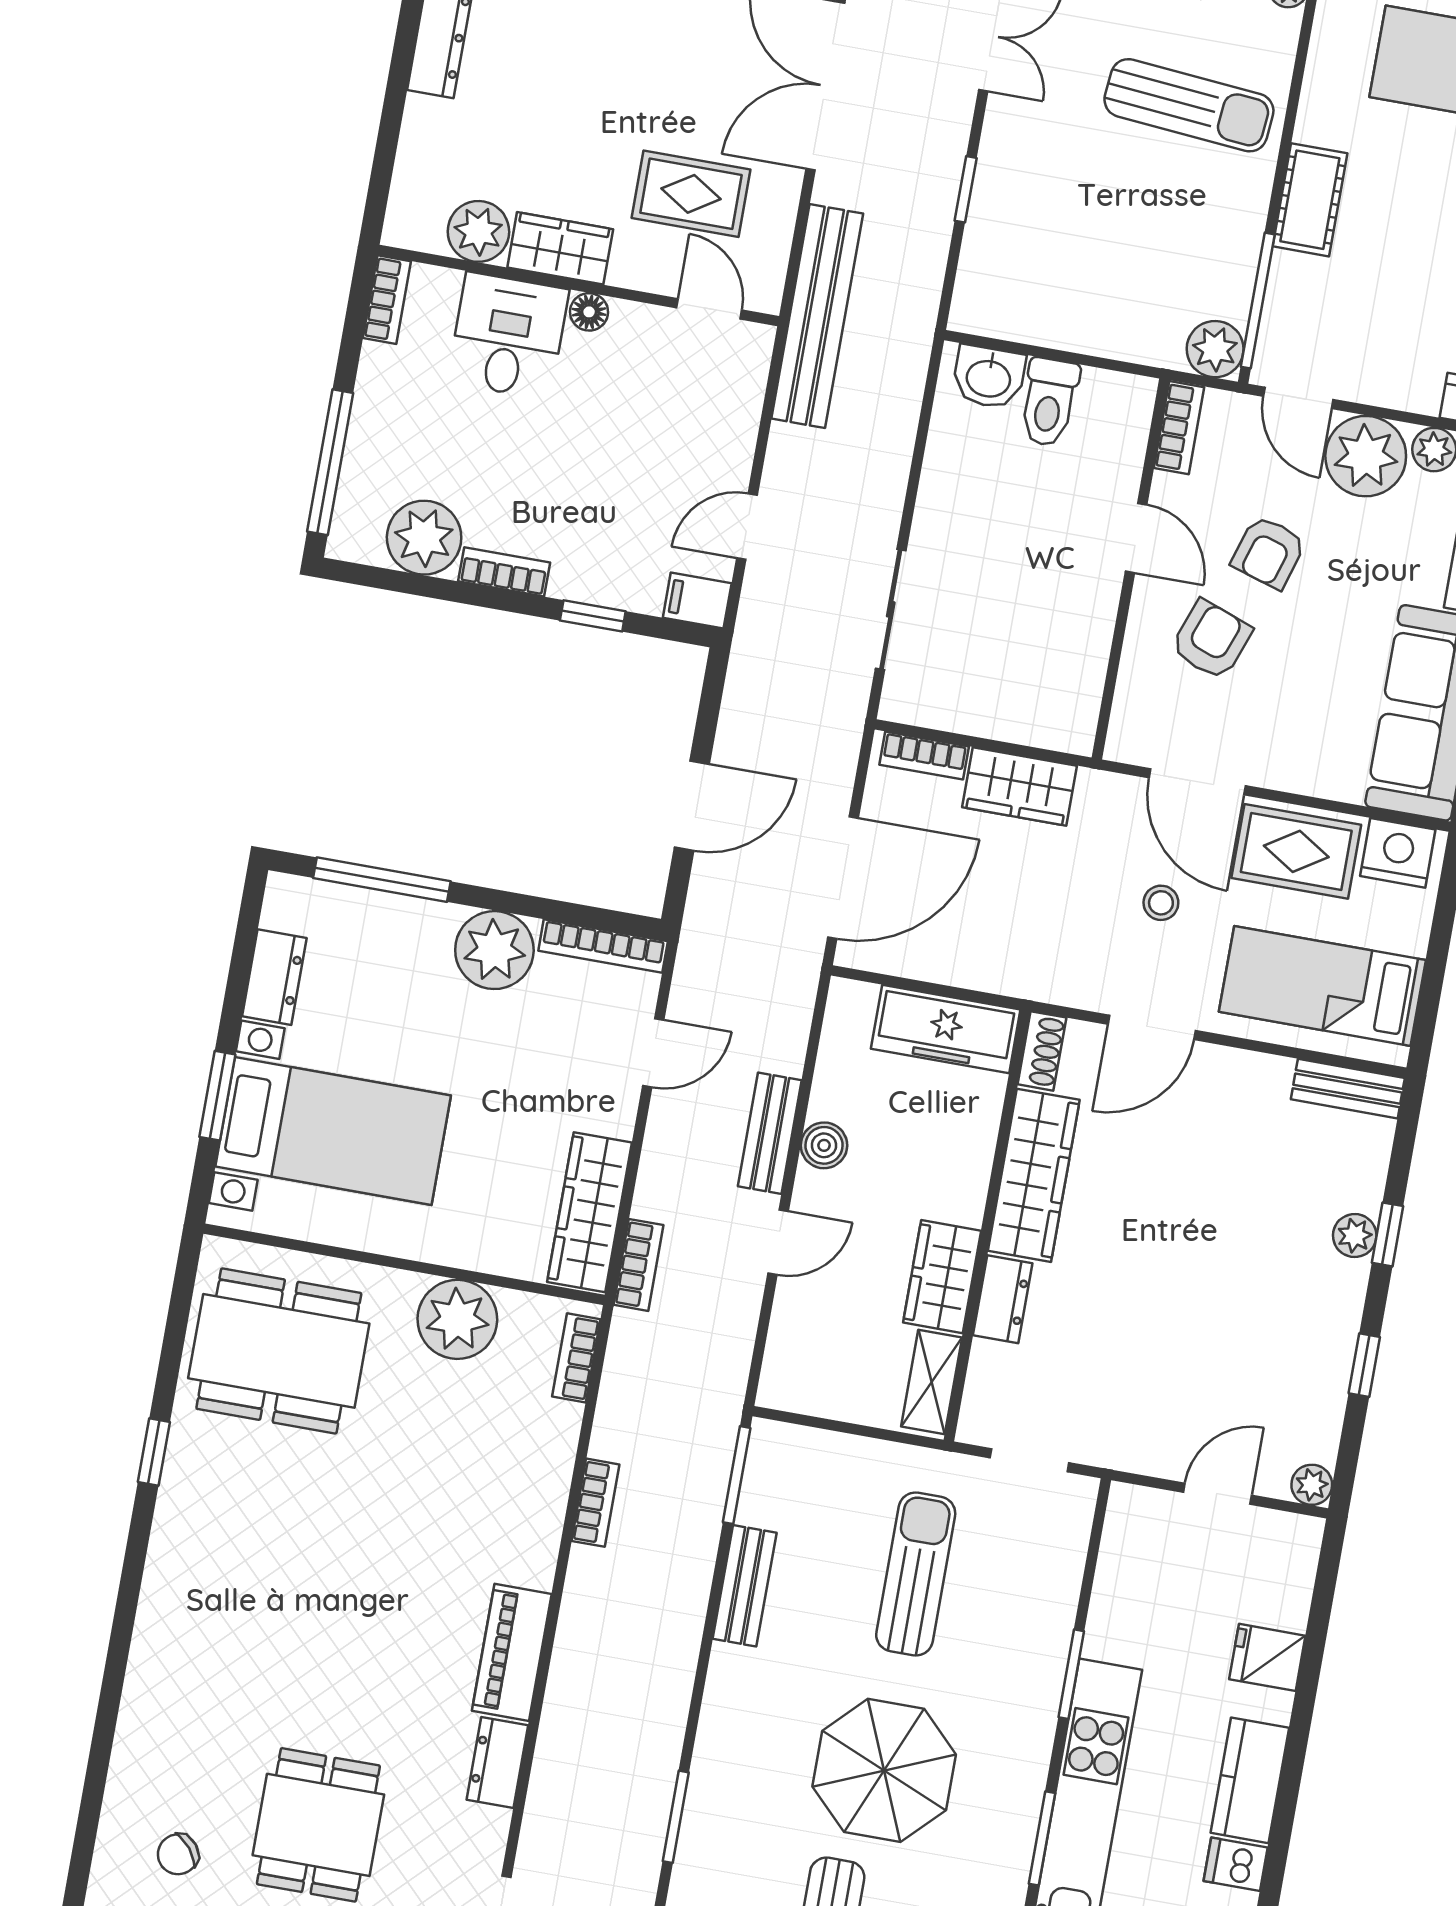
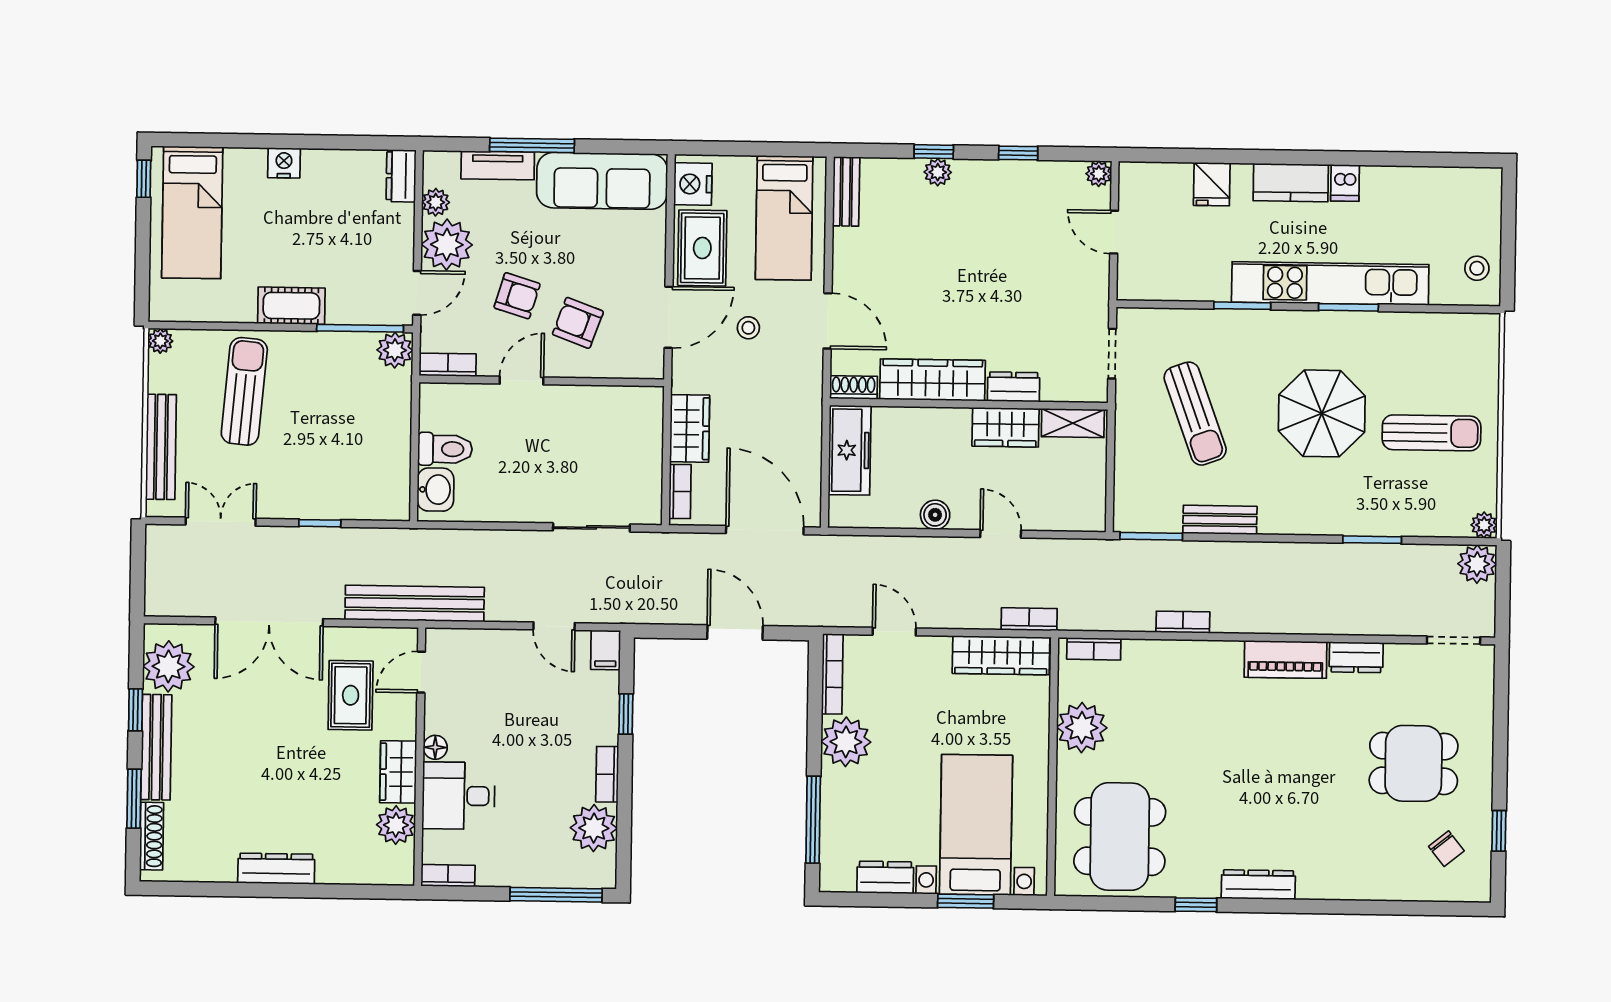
bench: (770, 1133) -> (933, 550), removed
dresser: (169, 1554) -> (1258, 885), added
sun lounger: (916, 1574) -> (1195, 414), turned -110

